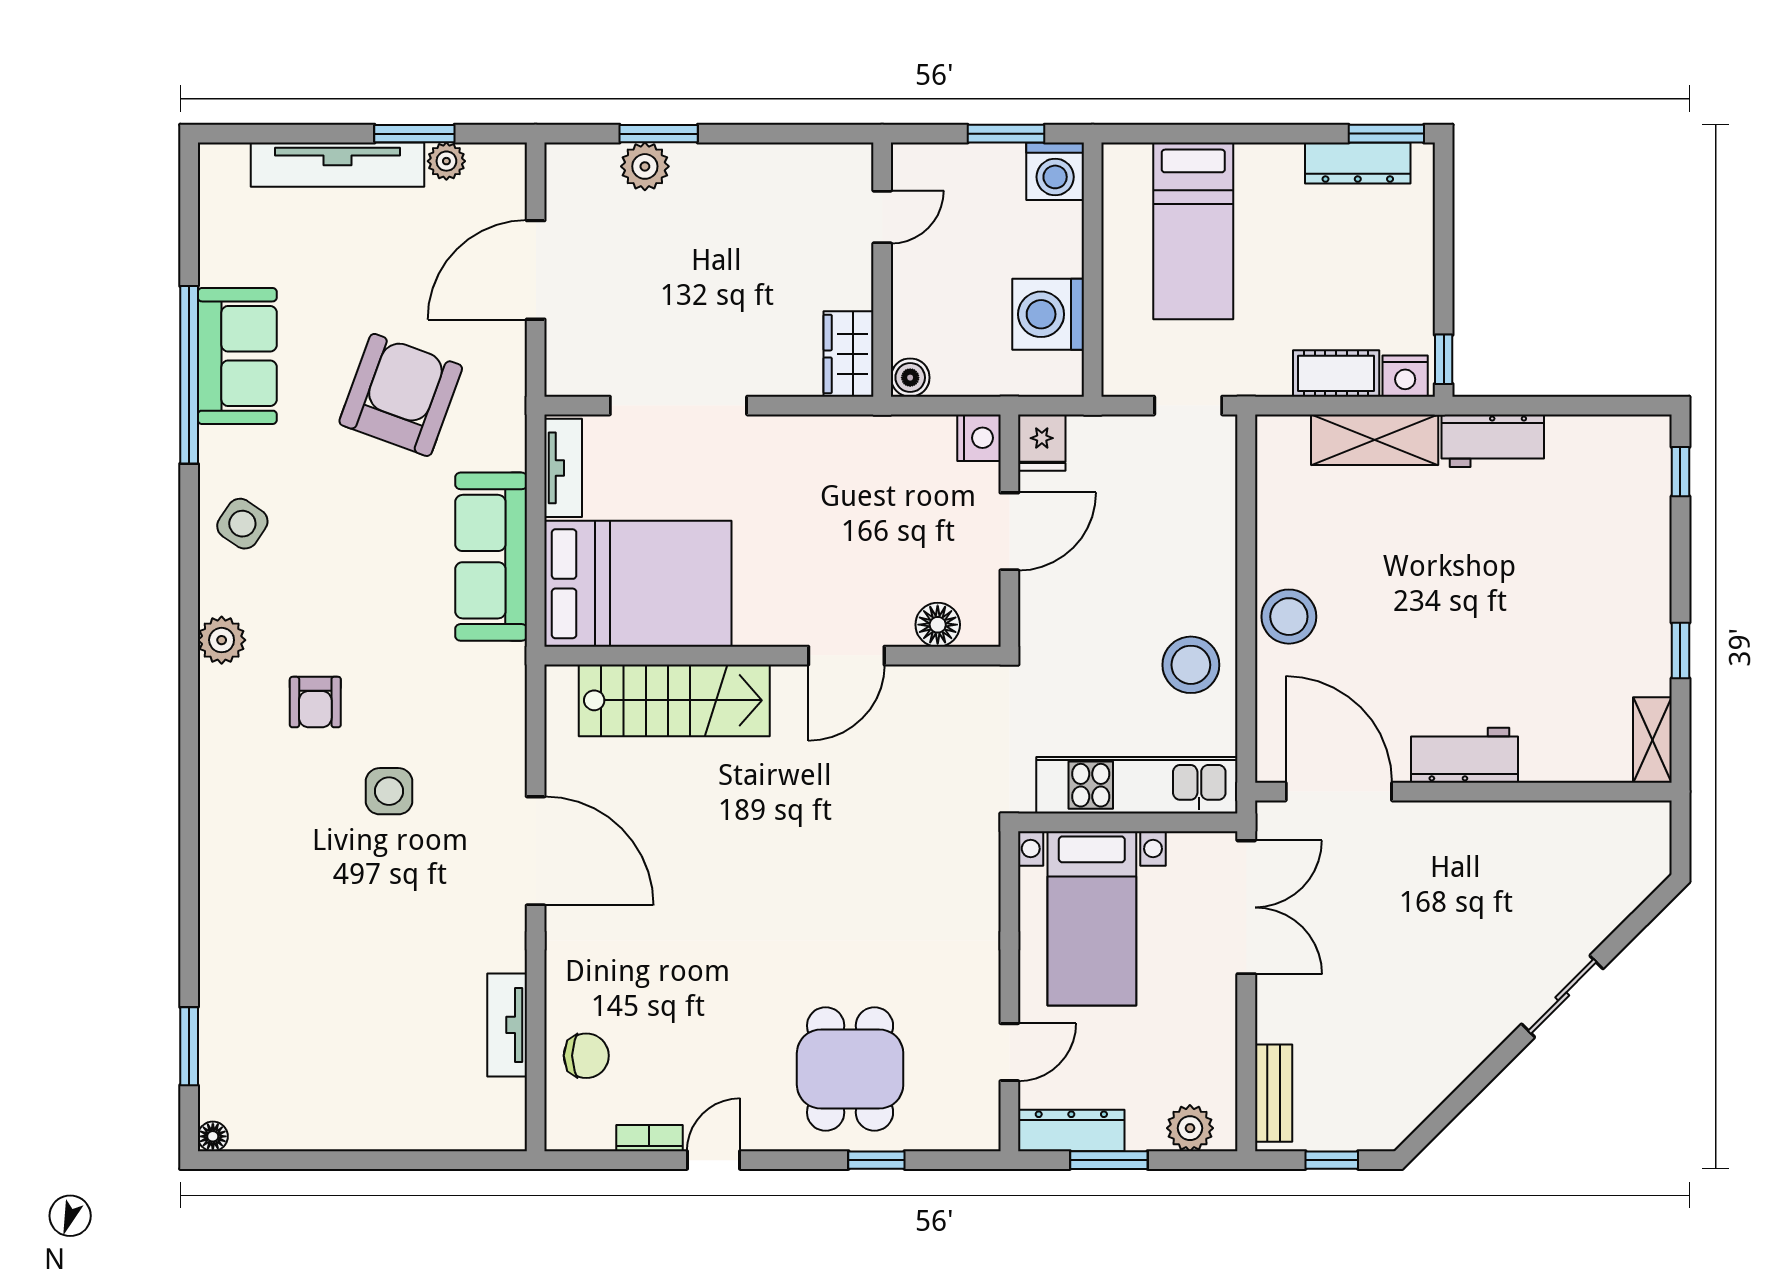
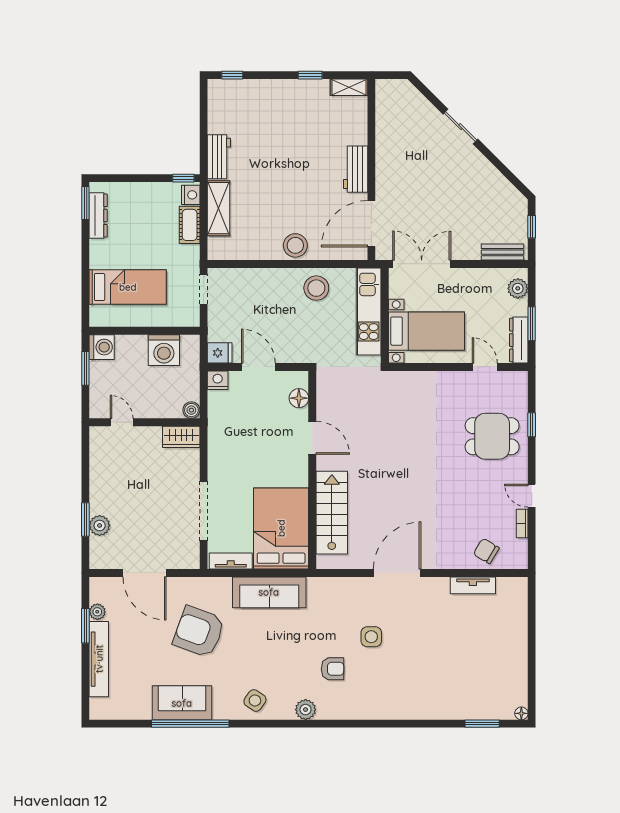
chair: (586, 1056) -> (486, 551), turned -59

